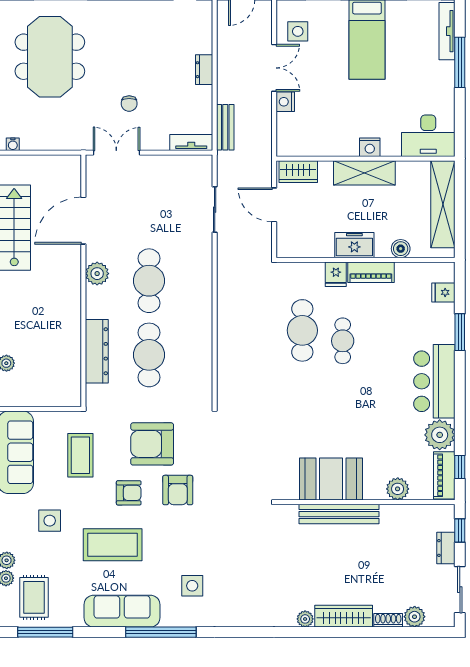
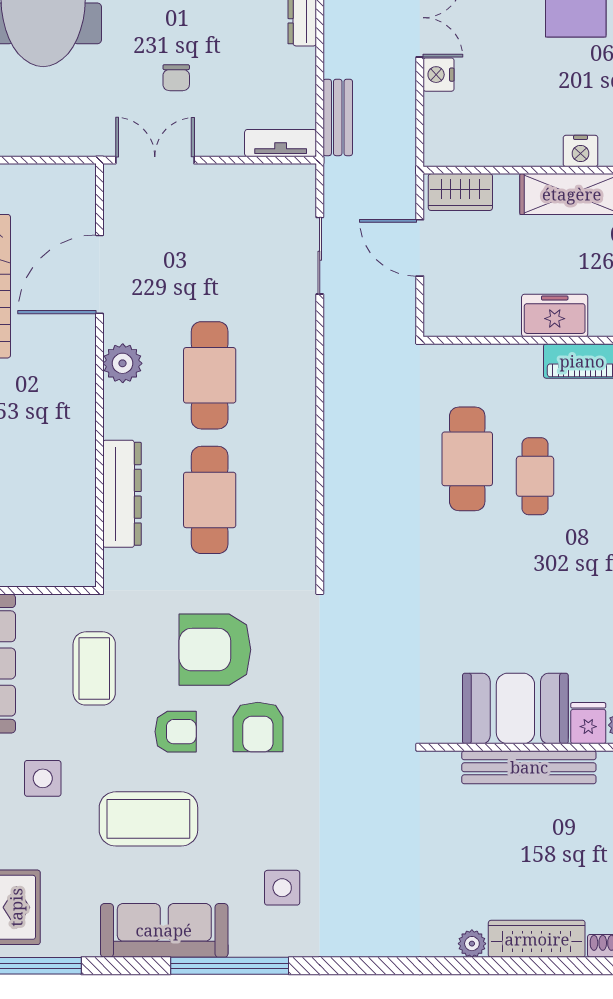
fridge: (336, 274) -> (588, 723), moved, turned 180

